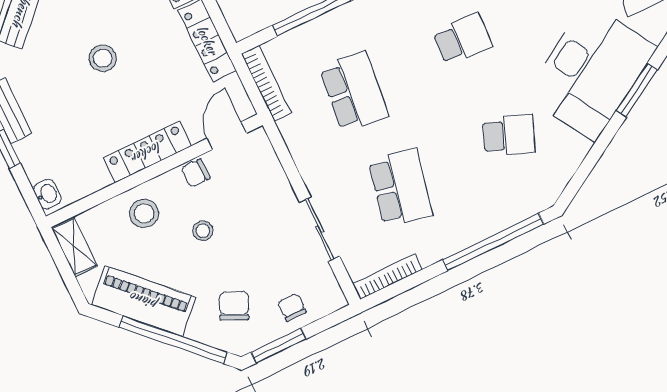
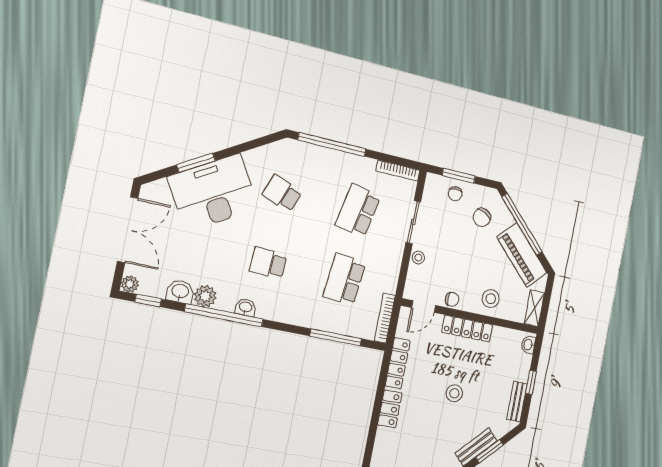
stool: (203, 231) -> (418, 257), moved
window: (279, 346) -> (459, 176), moved

